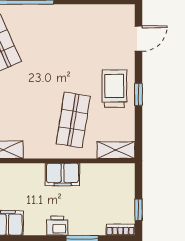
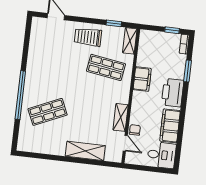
window: (138, 94) -> (114, 23), moved
printer: (57, 226) -> (173, 93), width x1.87, depth x1.48

